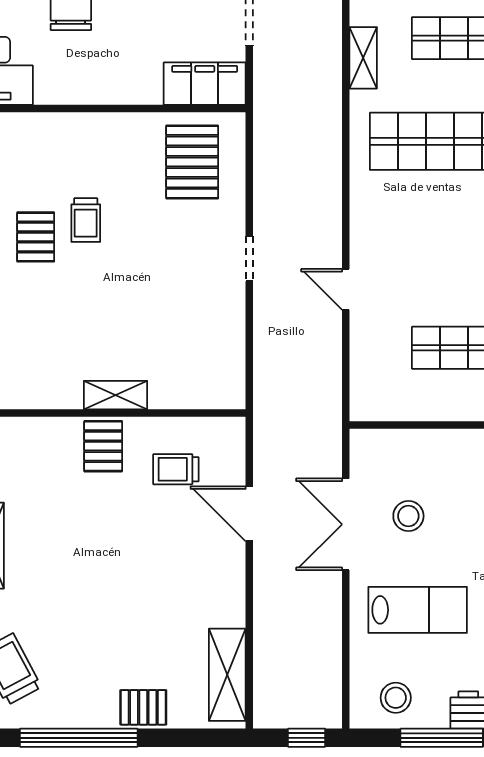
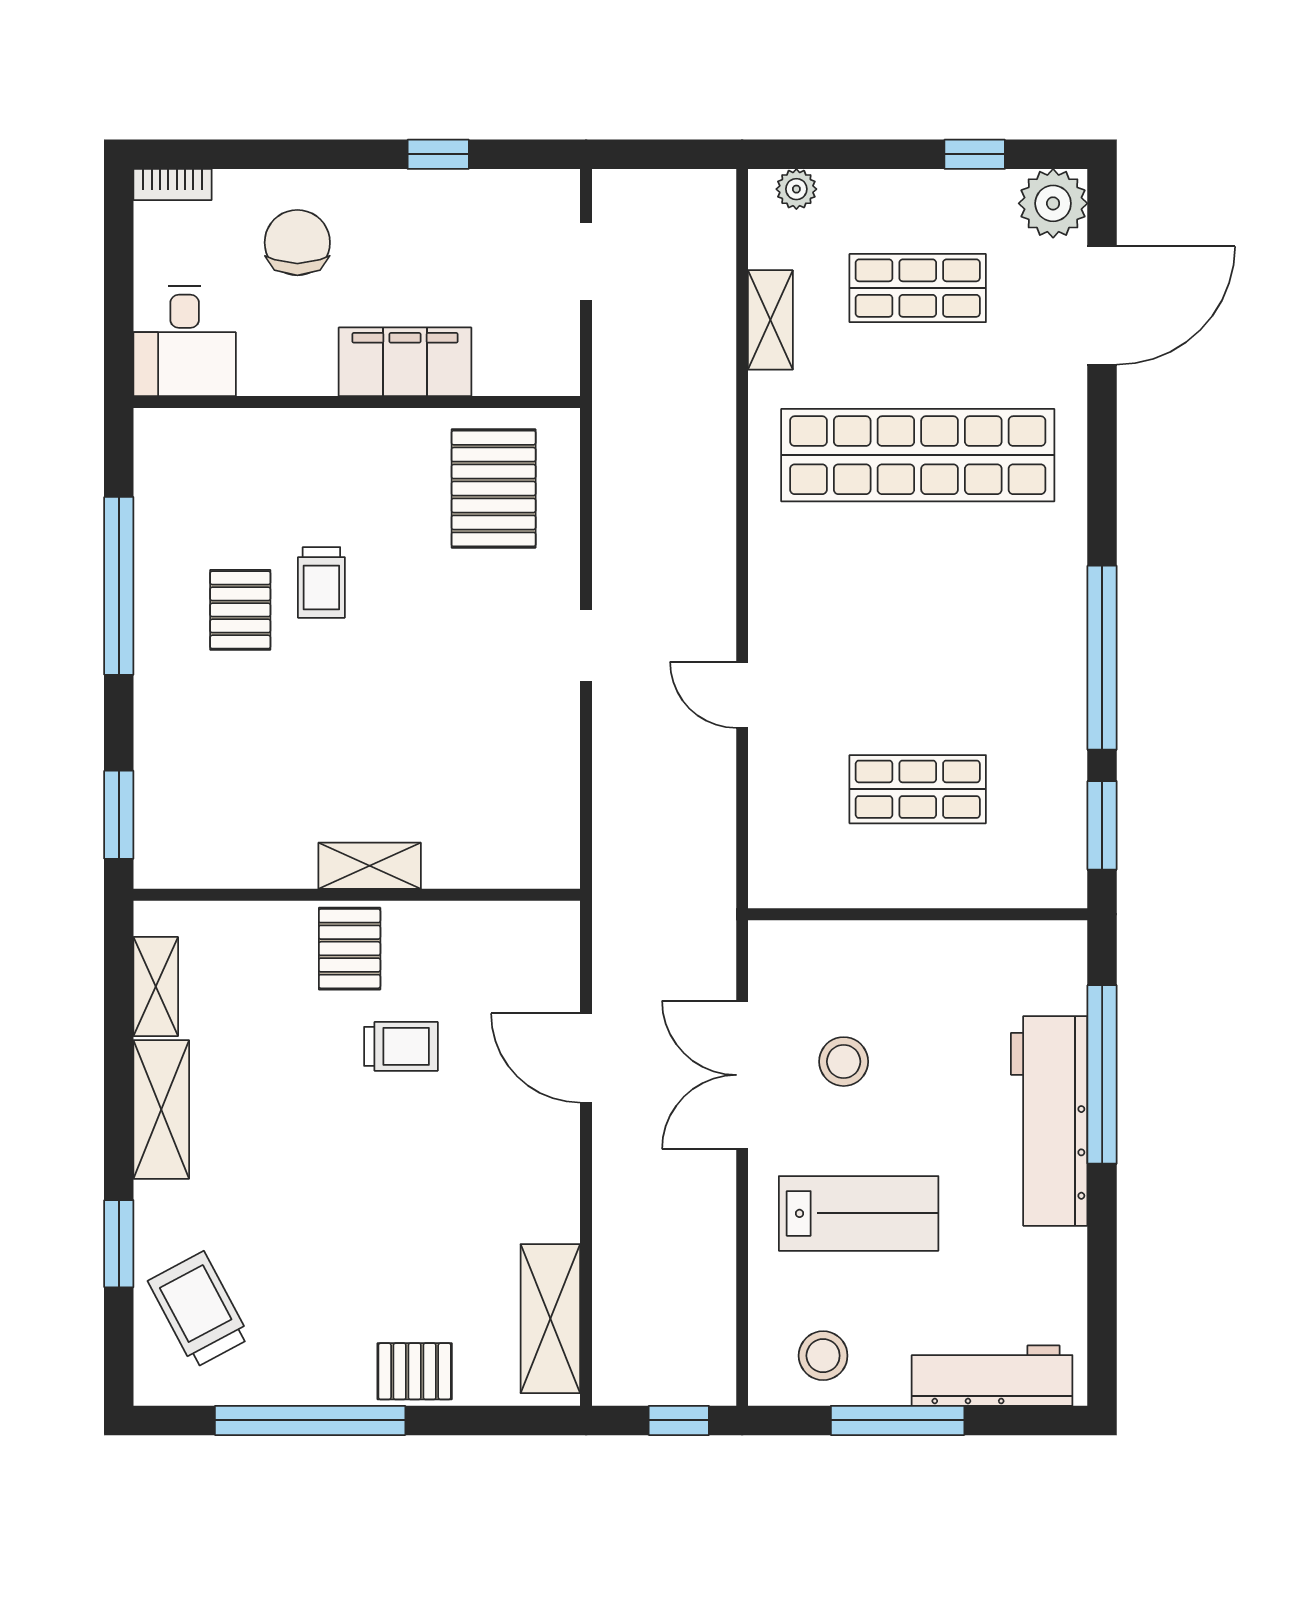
filing cabinet: (205, 84) -> (405, 362), moved
trolley: (176, 469) -> (401, 1046), moved, turned 180

